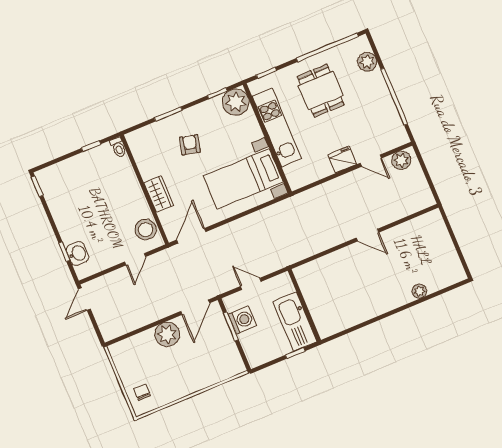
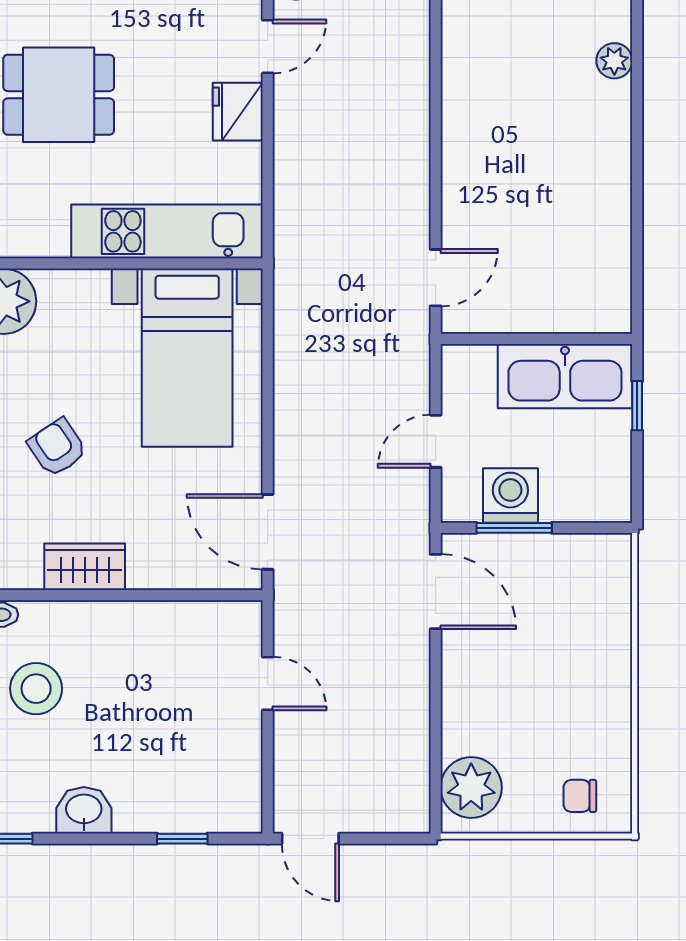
kitchen unit: (277, 128) -> (167, 231), moved
armchair: (190, 145) -> (57, 448), turned 42
wardrobe: (159, 194) -> (85, 567), moved
stool: (146, 230) -> (36, 689), moved
door: (368, 235) -> (436, 278), moved
washbasin: (78, 253) -> (84, 810), moved
plant: (167, 334) -> (471, 788), moved

